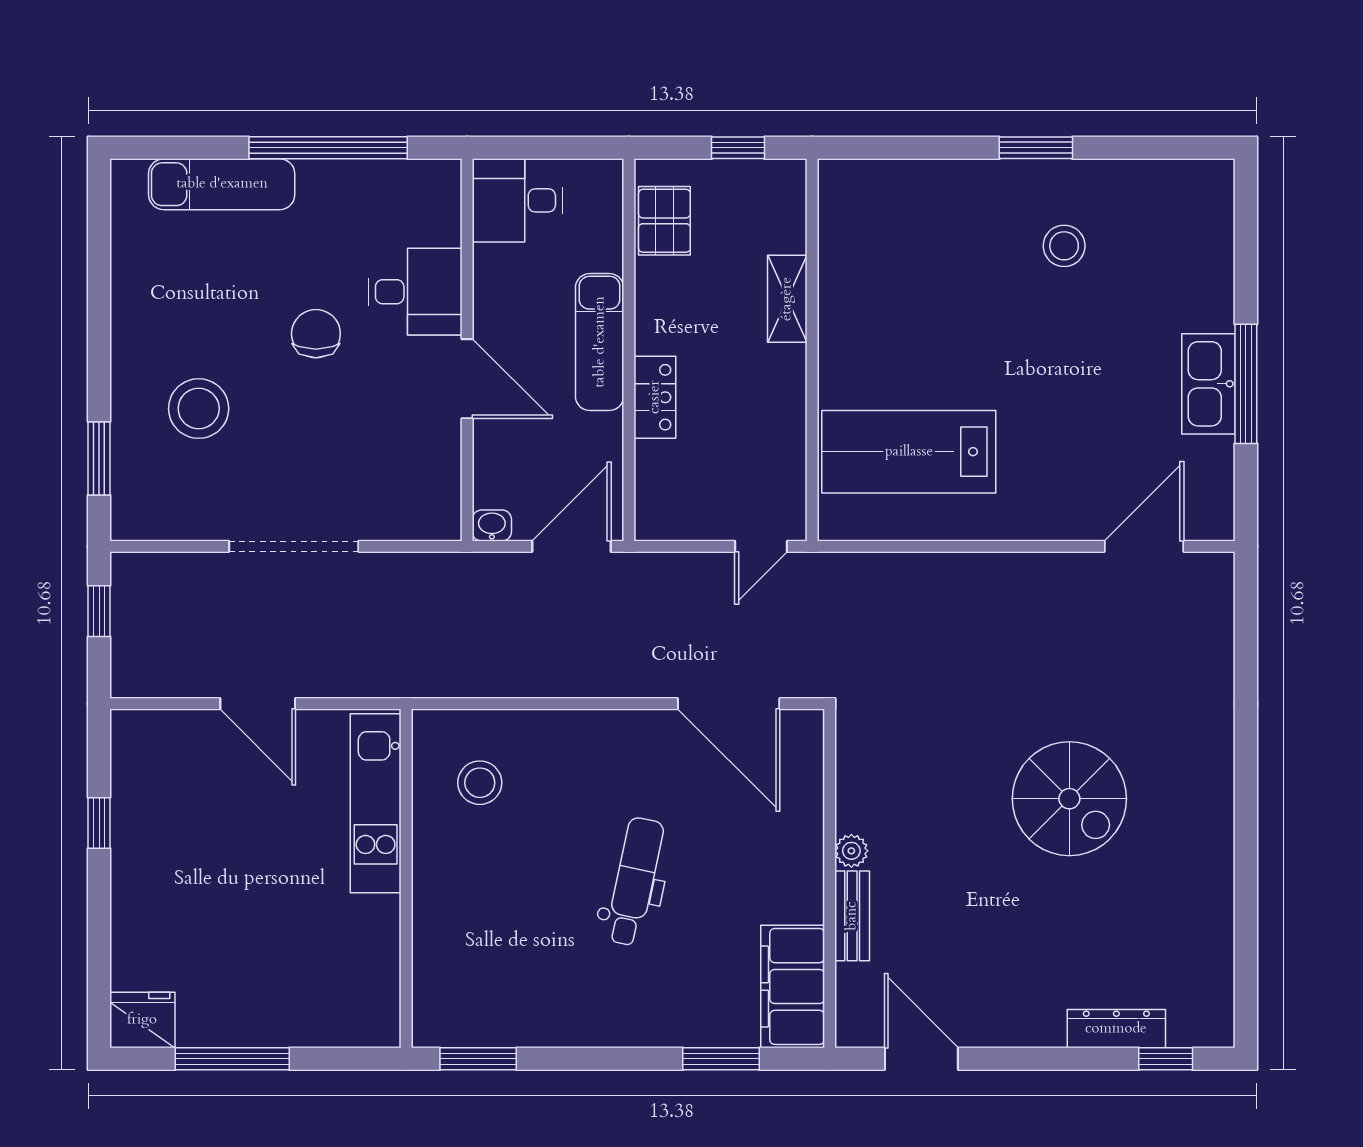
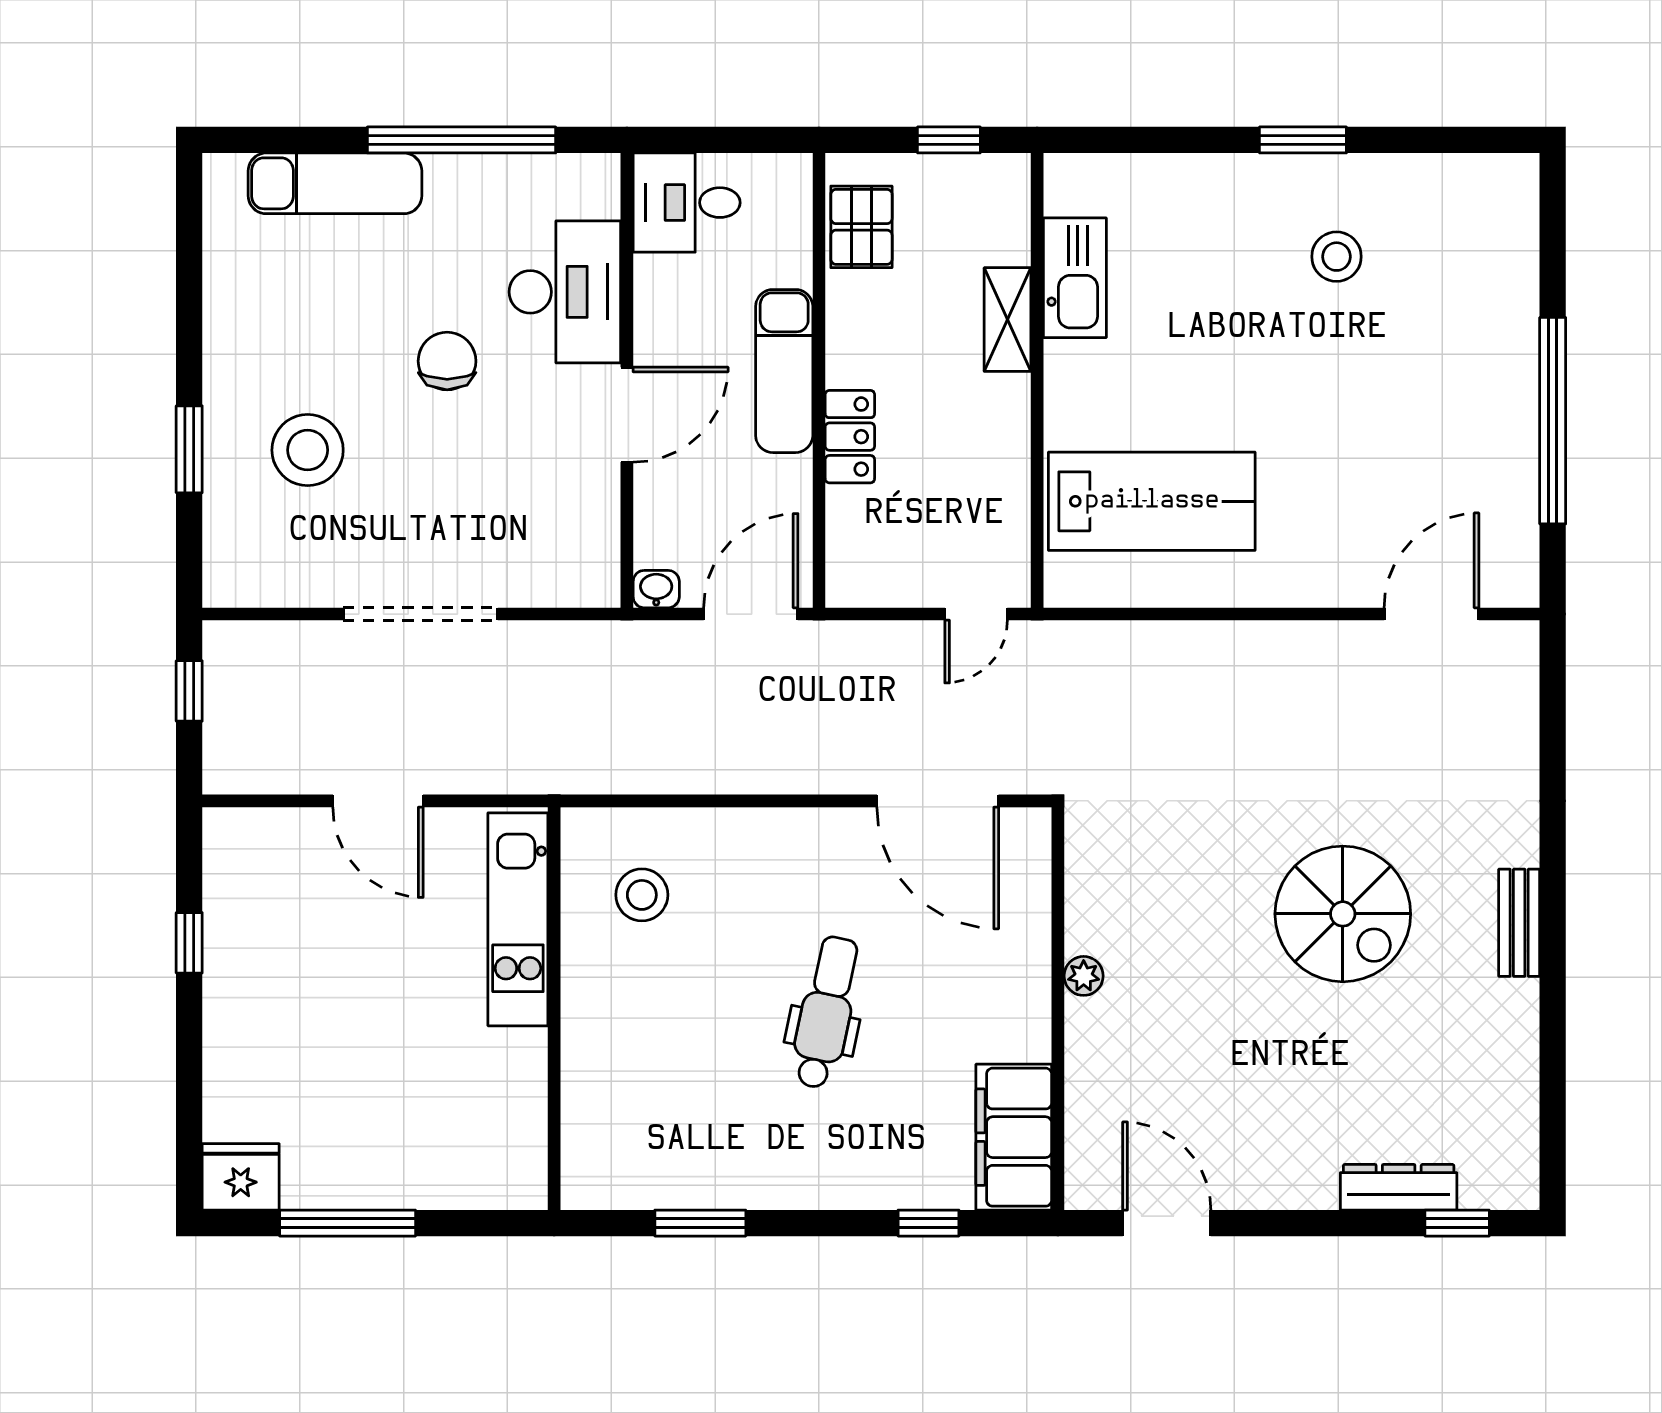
desk: (415, 292) -> (565, 292), width x1.37
door: (467, 379) -> (627, 415), hinge flipped
kitchen sink: (1208, 384) -> (1075, 278), moved, turned 180
window: (1246, 384) -> (1553, 421), width x1.46
lab bench: (909, 452) -> (1152, 501), turned 180
window: (99, 459) -> (189, 449), moved
bench: (852, 916) -> (1519, 923), moved
window: (478, 1059) -> (700, 1223), moved
window: (721, 1059) -> (928, 1223), width x0.67

